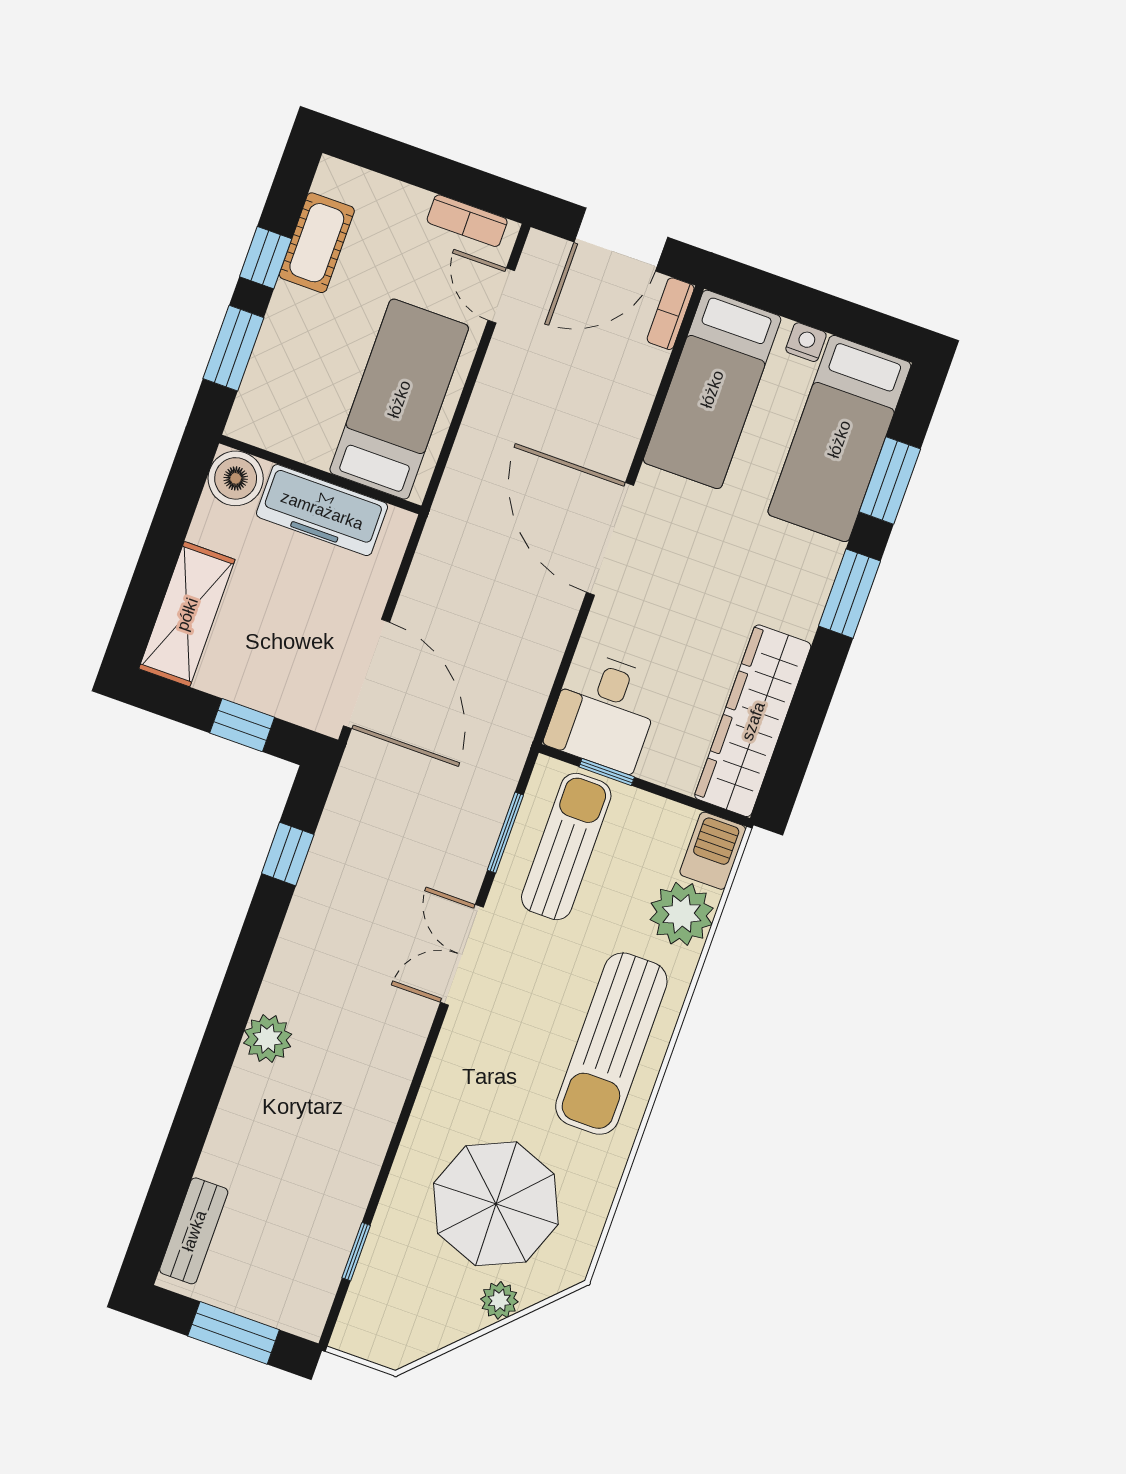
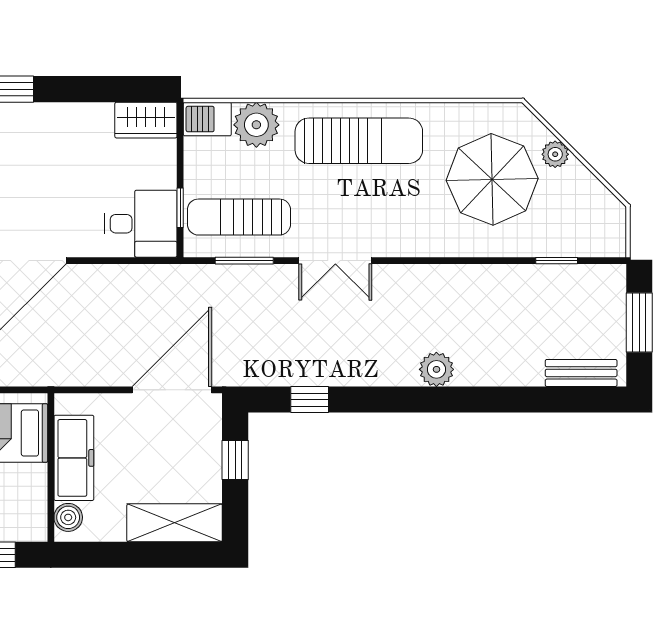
boiler: (236, 478) -> (68, 517), width x0.73, depth x0.73
wardrobe: (753, 721) -> (146, 120), width x0.48, depth x0.85

